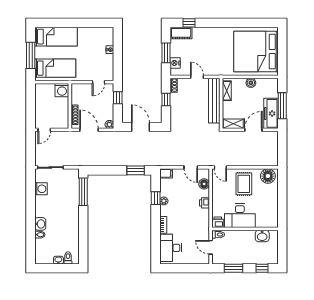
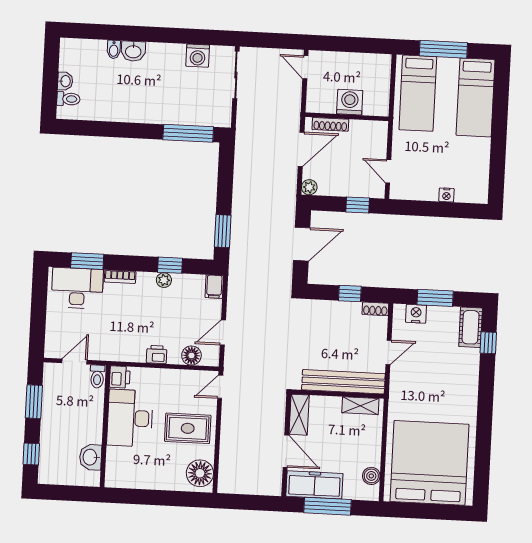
boiler: (251, 83) -> (371, 476), moved
washing machine: (62, 90) -> (350, 102), moved, turned 90
window: (156, 243) -> (87, 261), added

